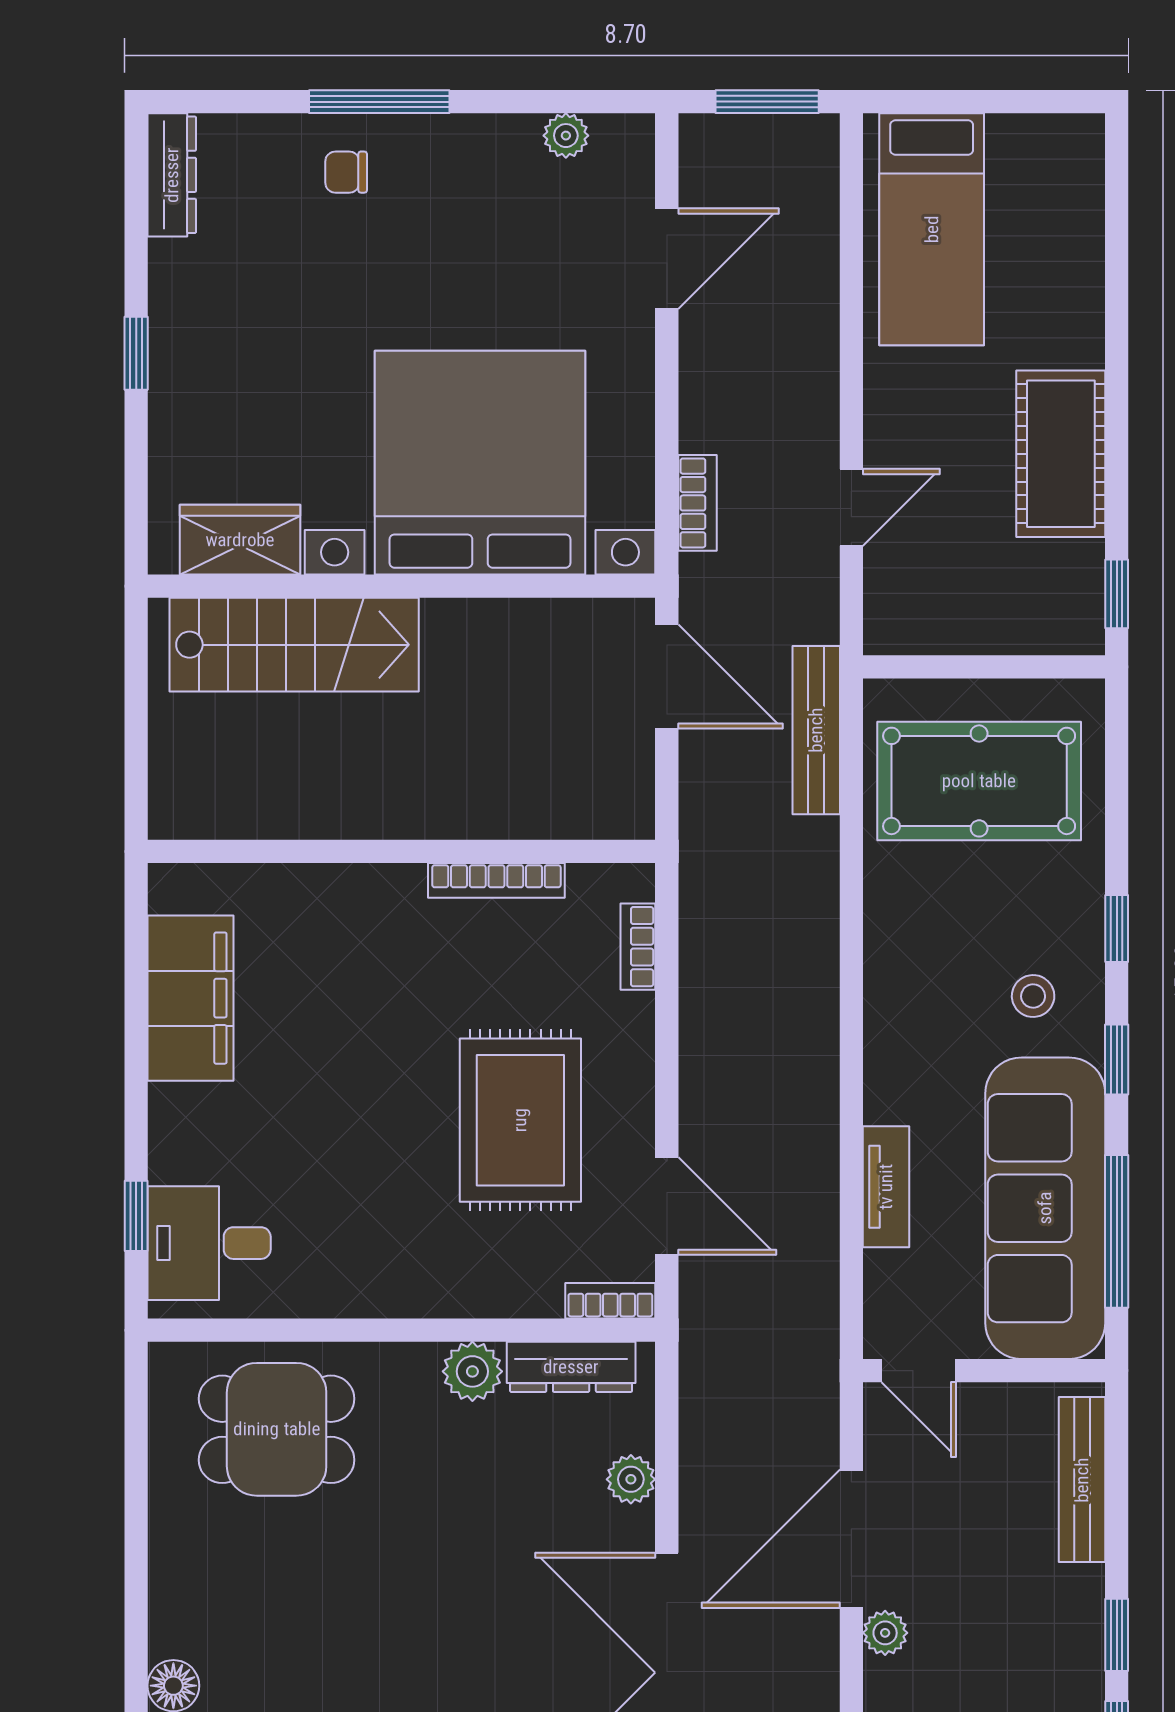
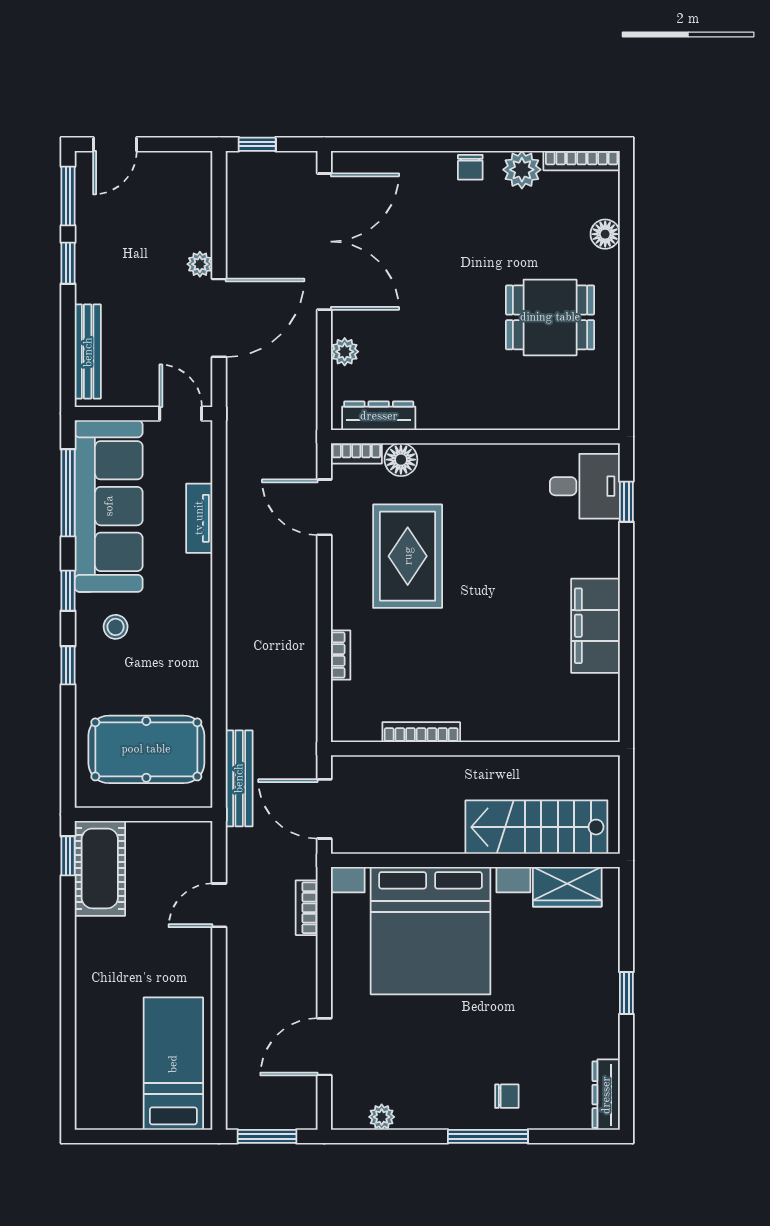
cot: (1061, 454) -> (100, 868), moved
wall: (401, 851) -> (475, 749), moved
bookcase: (496, 880) -> (421, 732), moved
floor lamp: (532, 1290) -> (401, 460), added
plant: (472, 1371) -> (435, 413), removed
dining table: (277, 1429) -> (550, 317), moved

